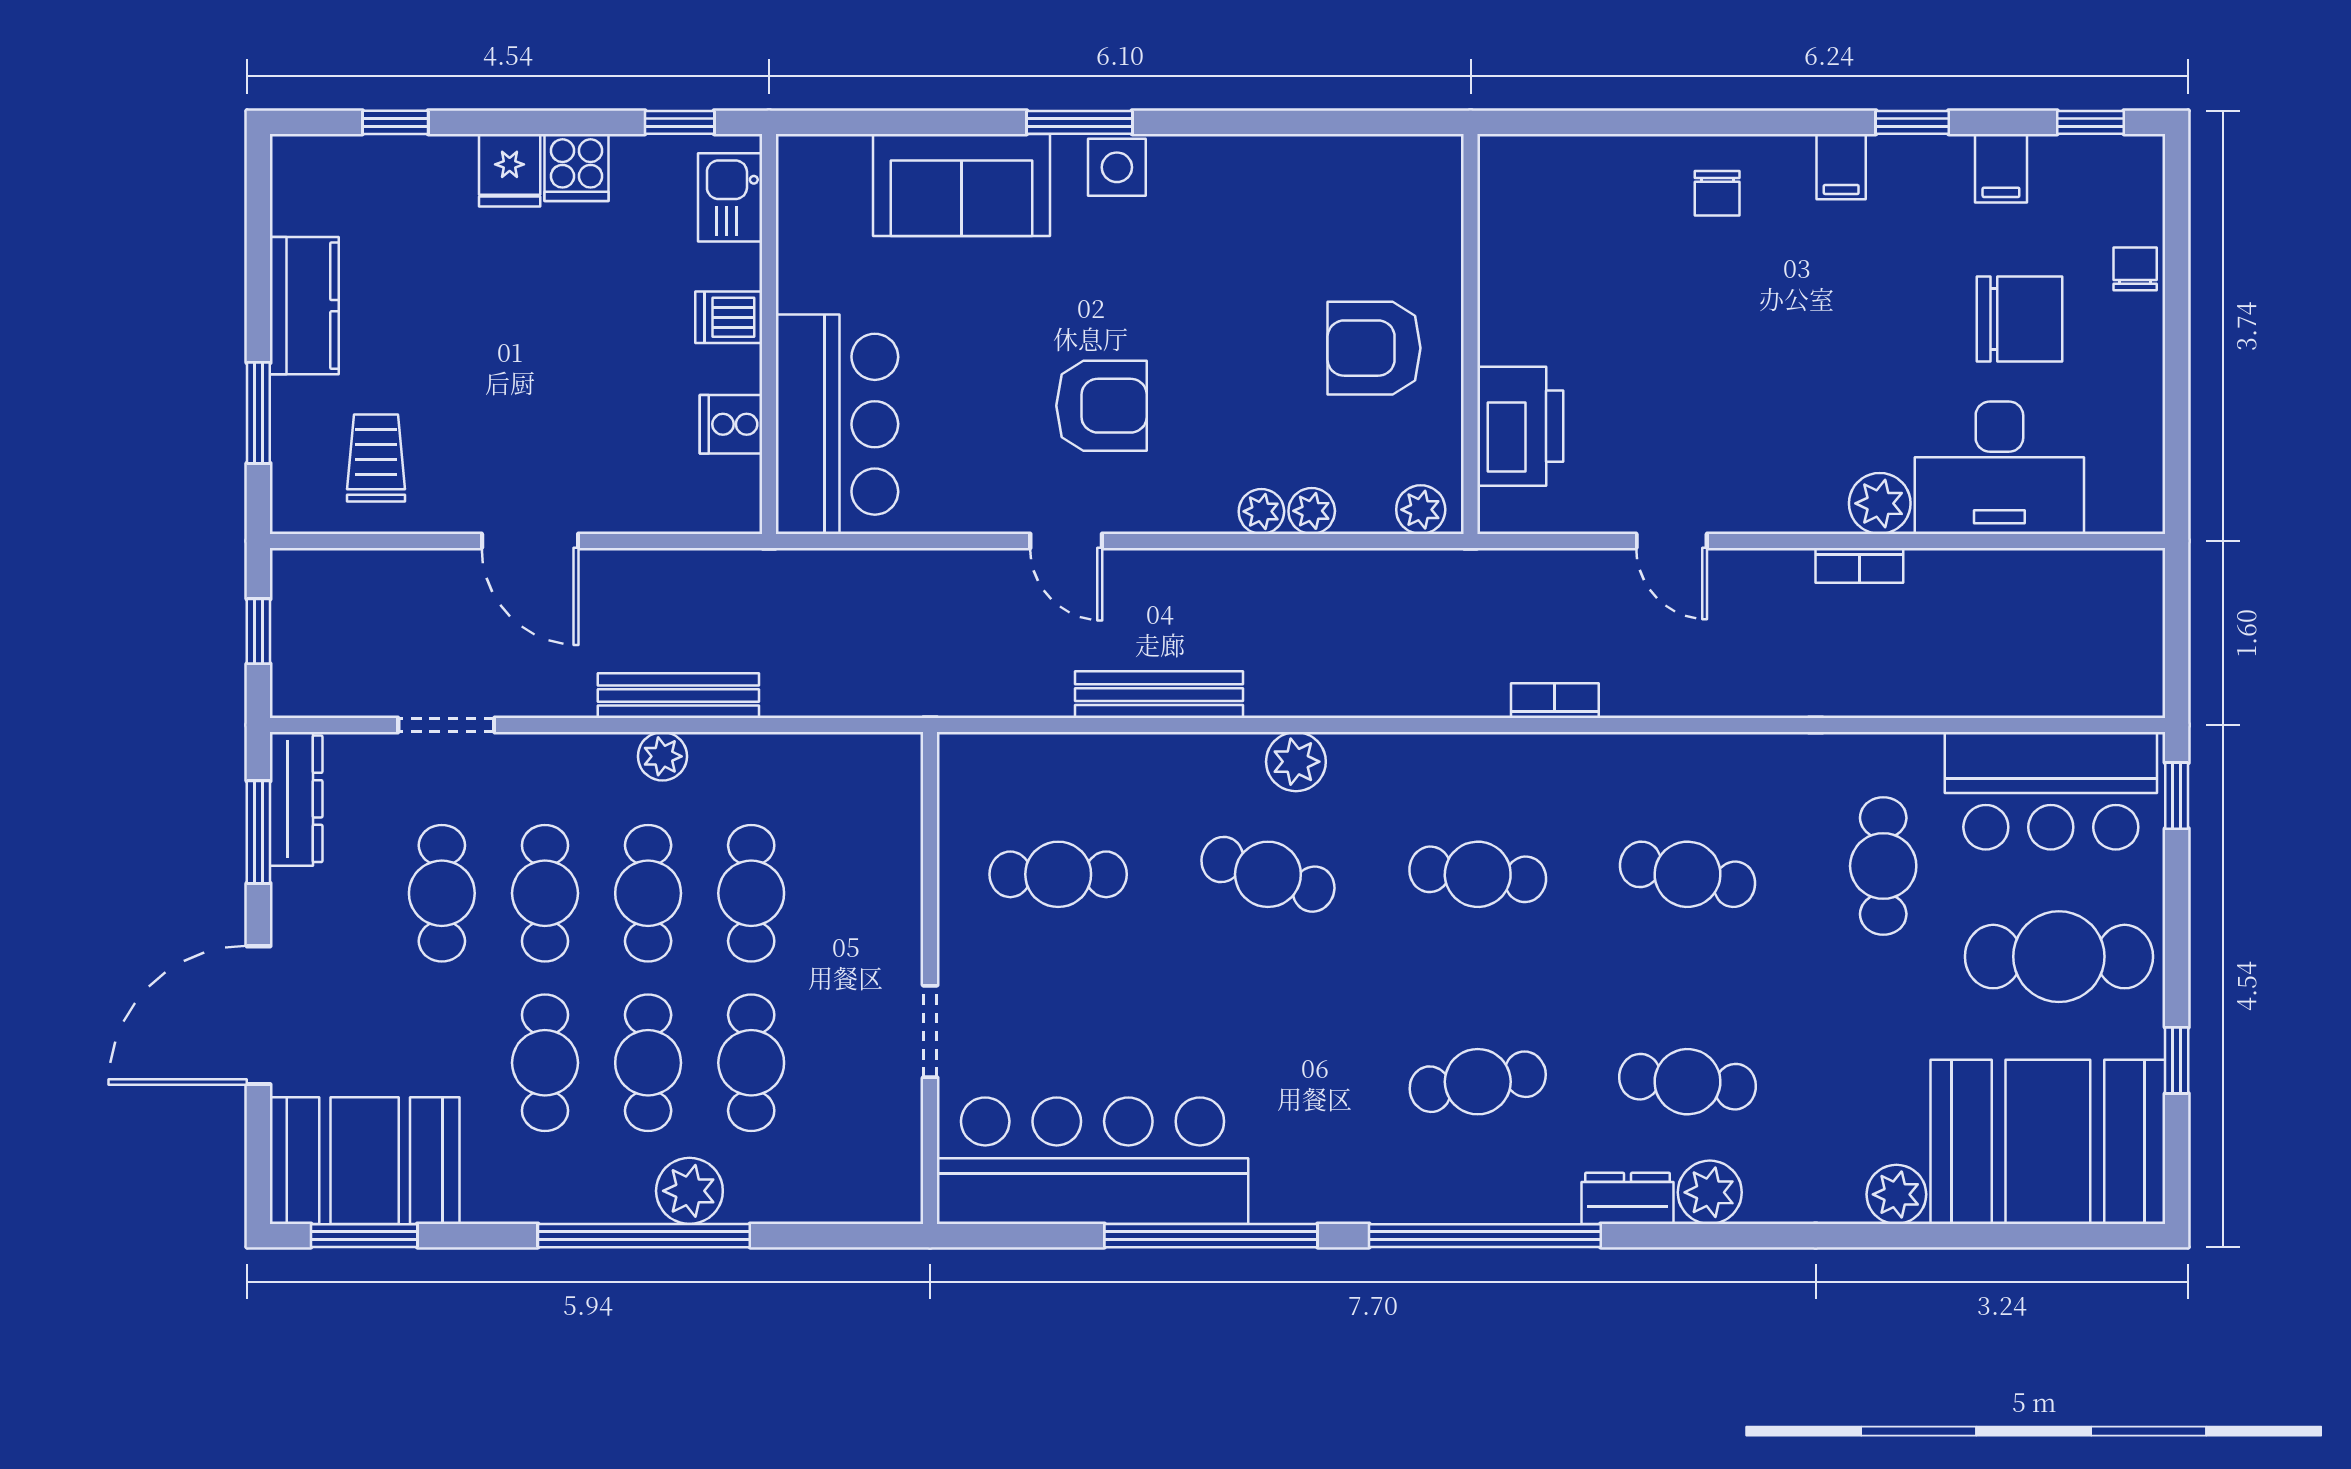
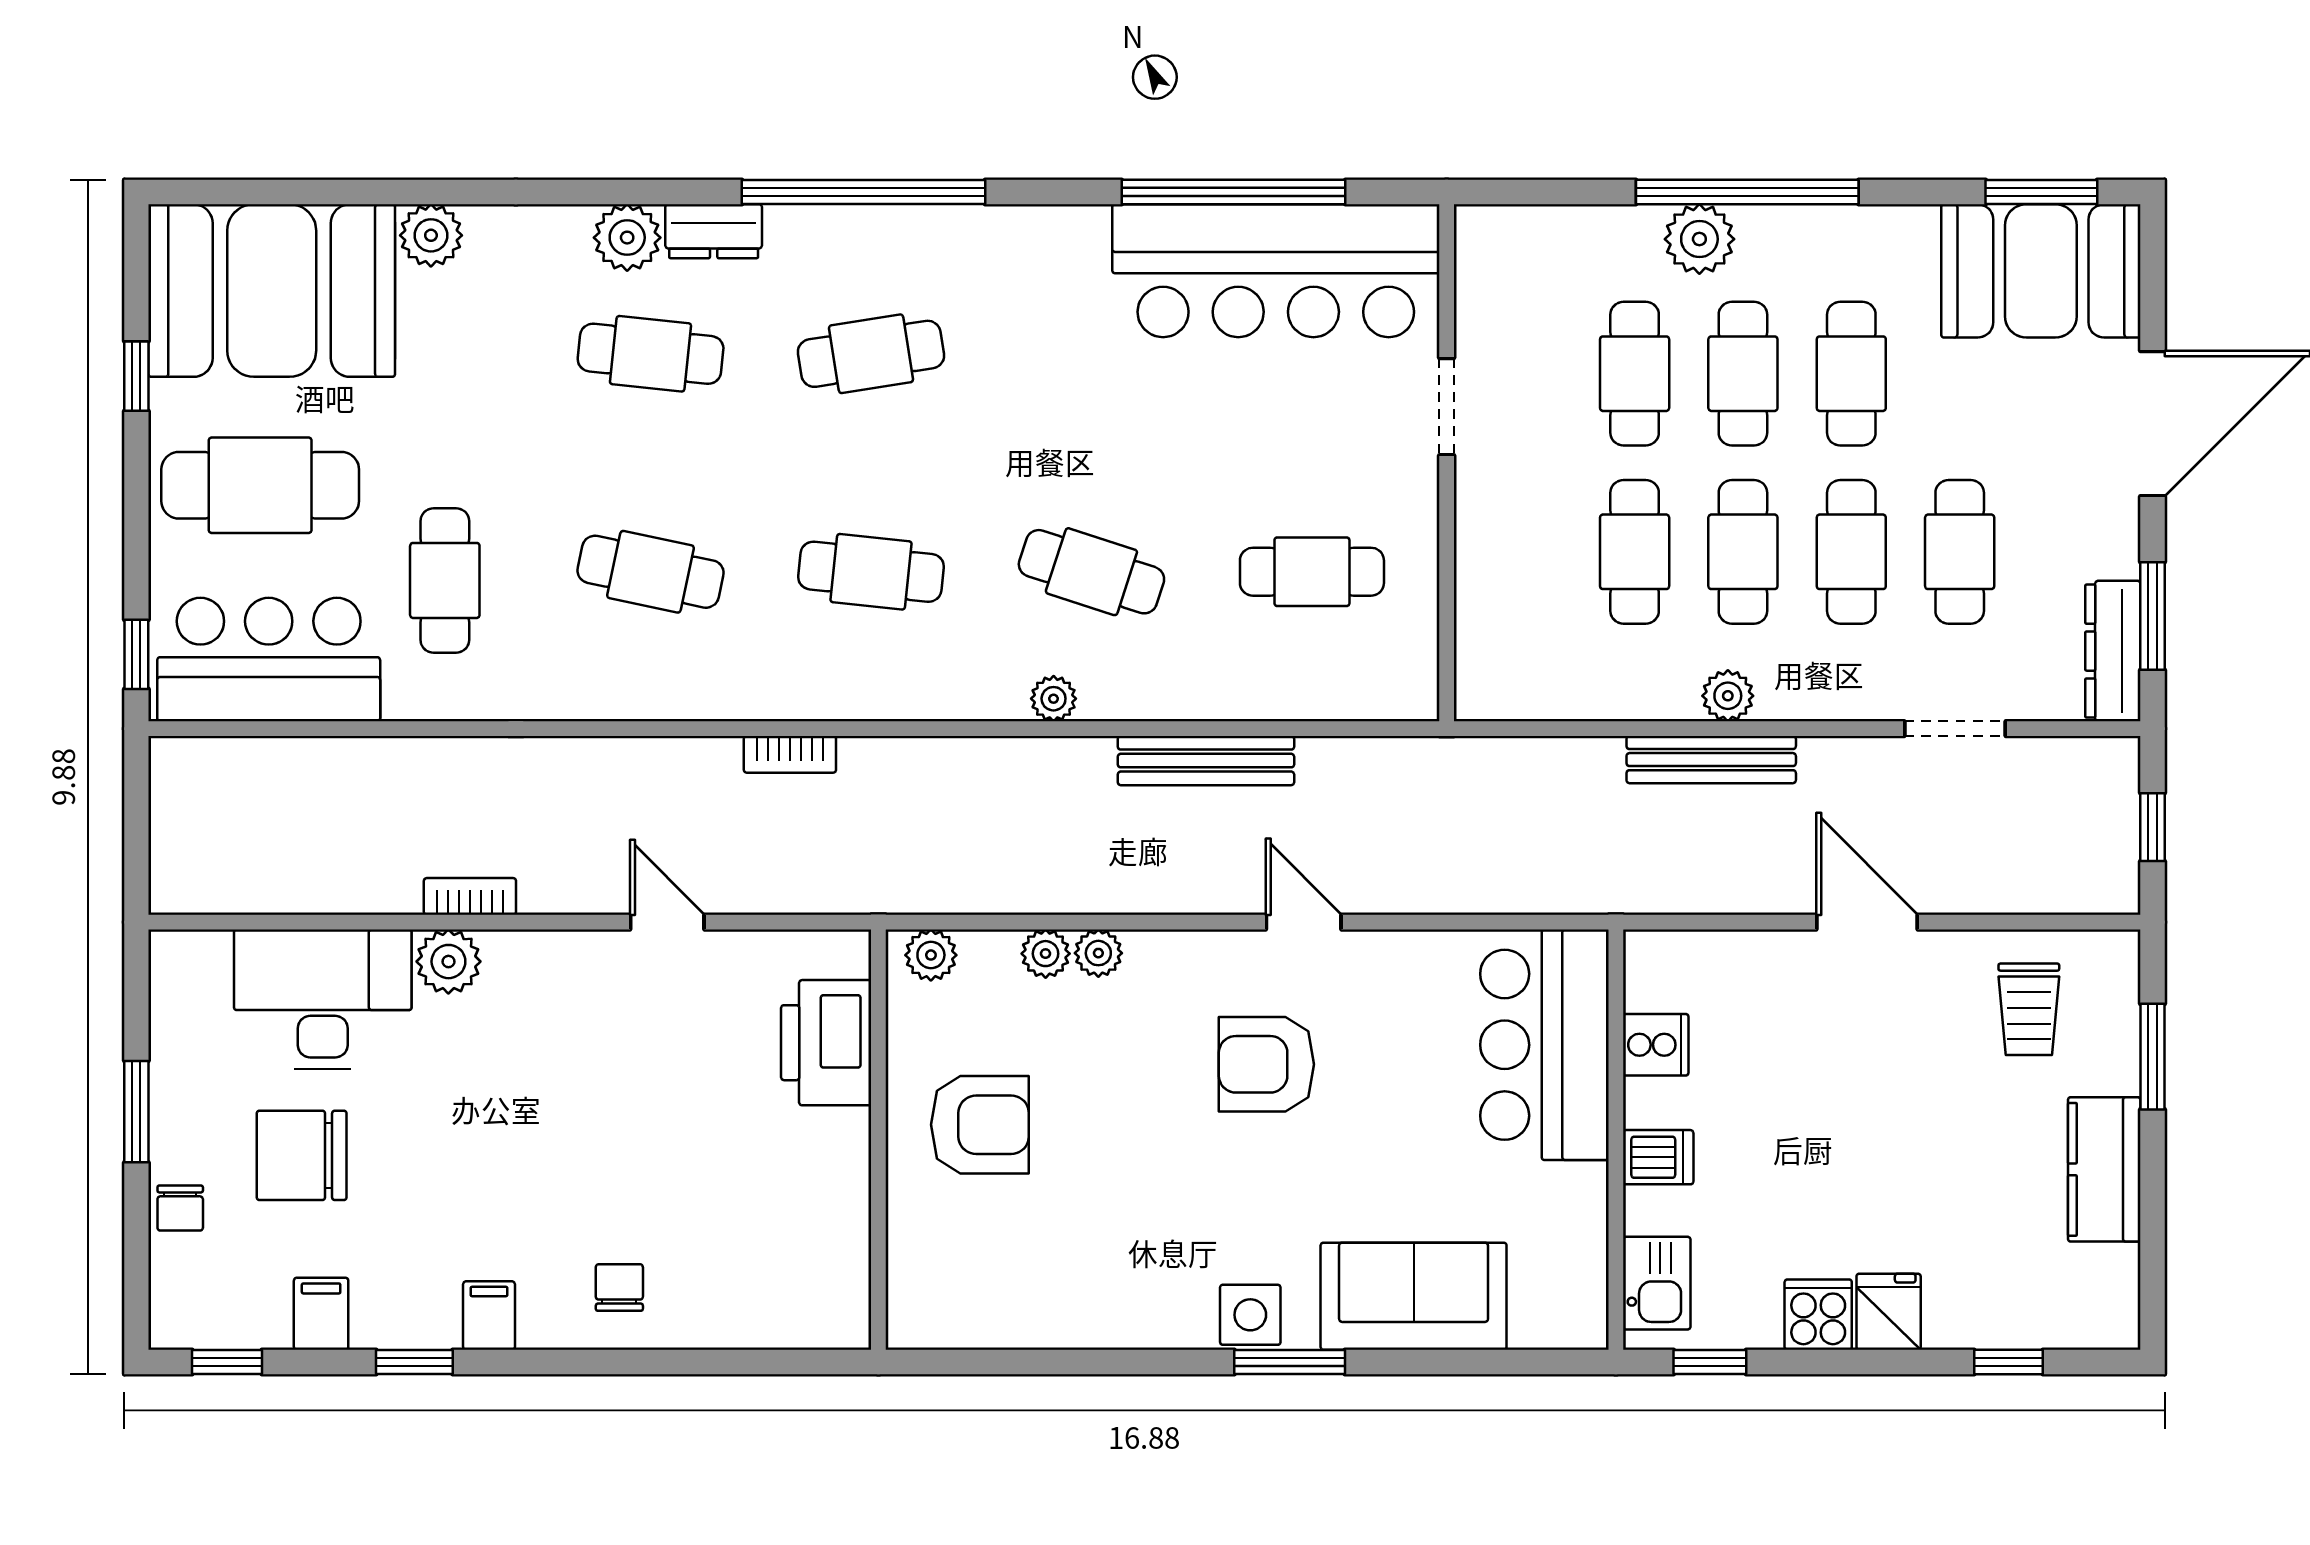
window: (2177, 361) -> (136, 1112), added
plant: (1296, 762) -> (1054, 699), width x0.73, depth x0.73
window: (1211, 1236) -> (1233, 192), moved

